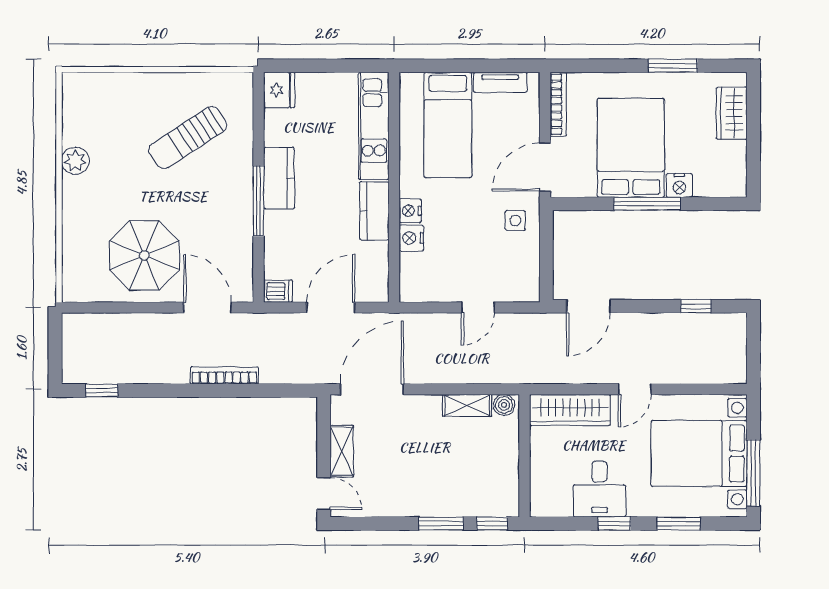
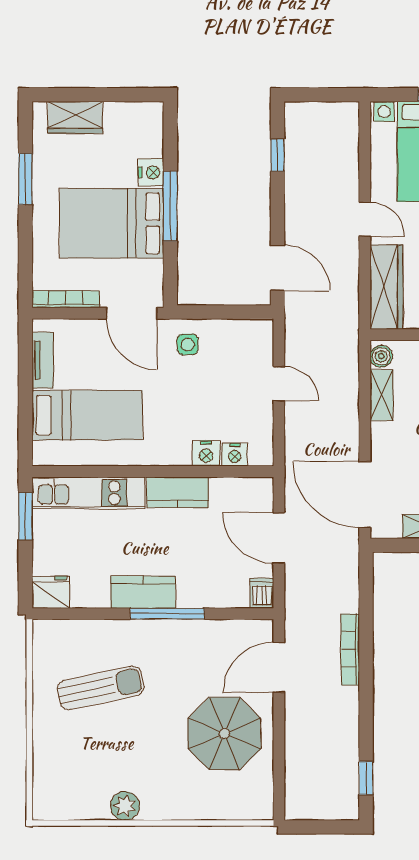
window: (352, 66) -> (25, 516), added
sun lounger: (188, 138) -> (101, 688), turned -69
nightstand: (410, 211) -> (235, 455), moved

